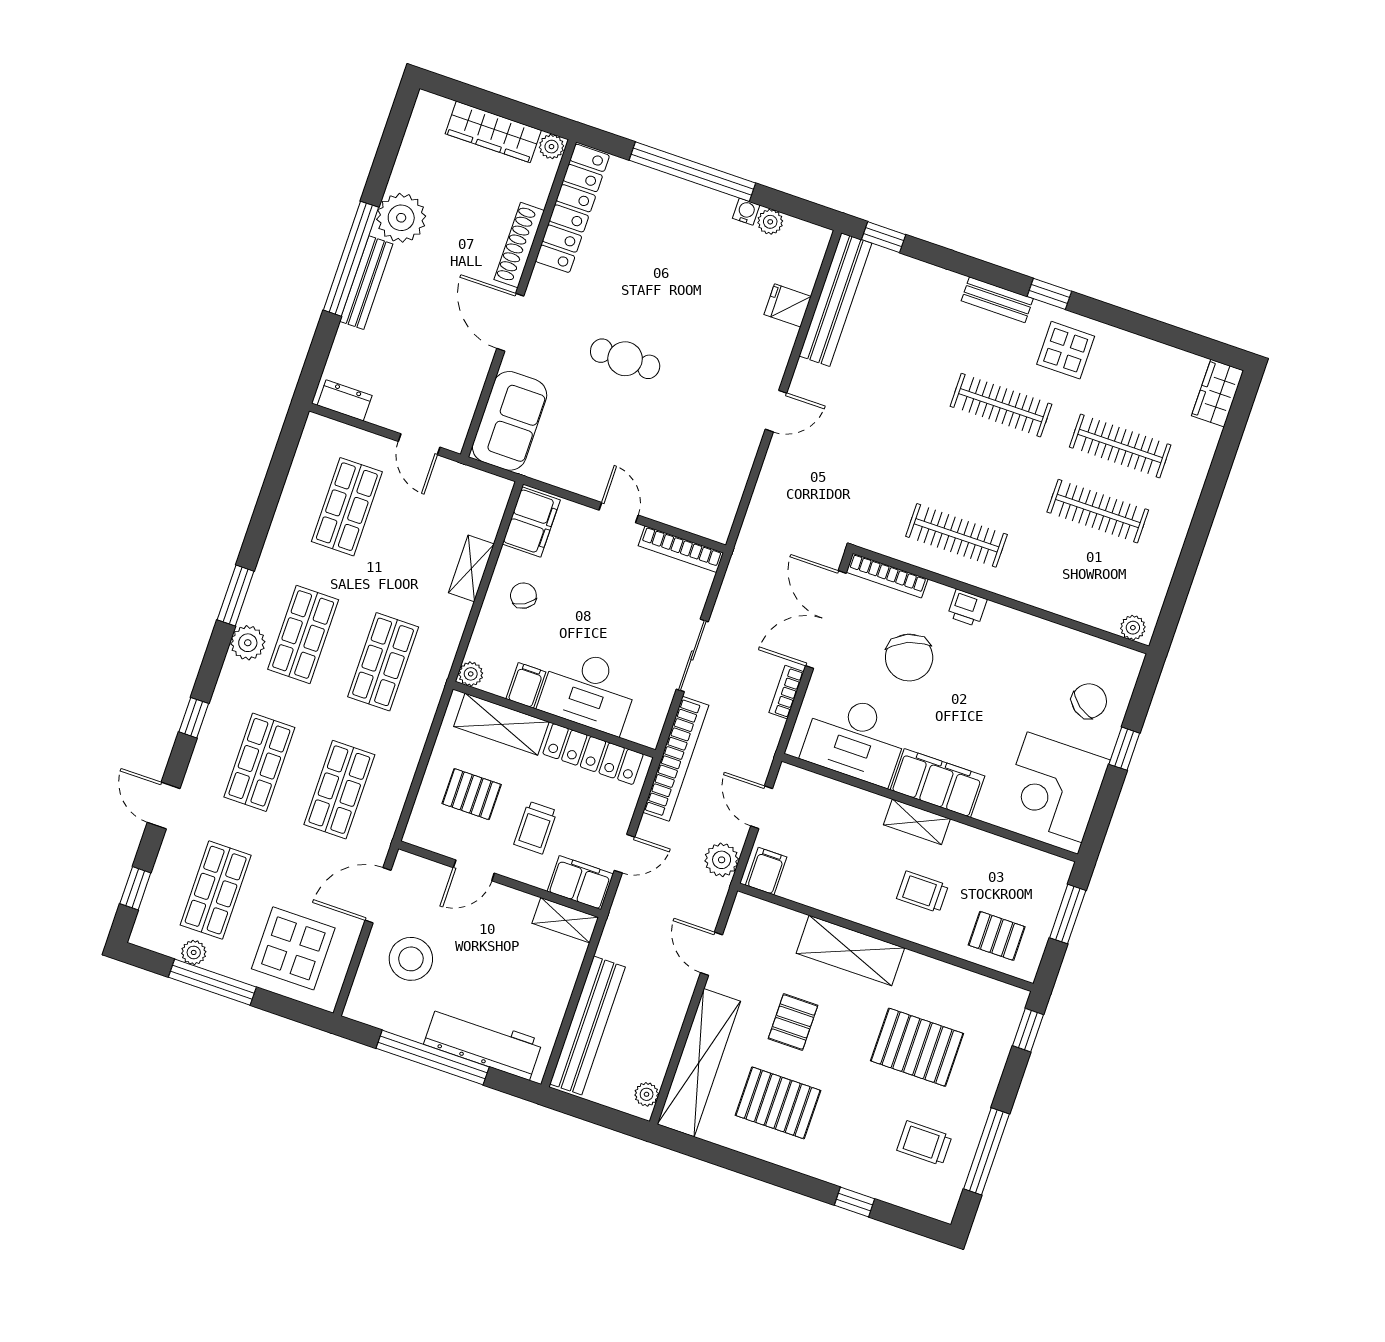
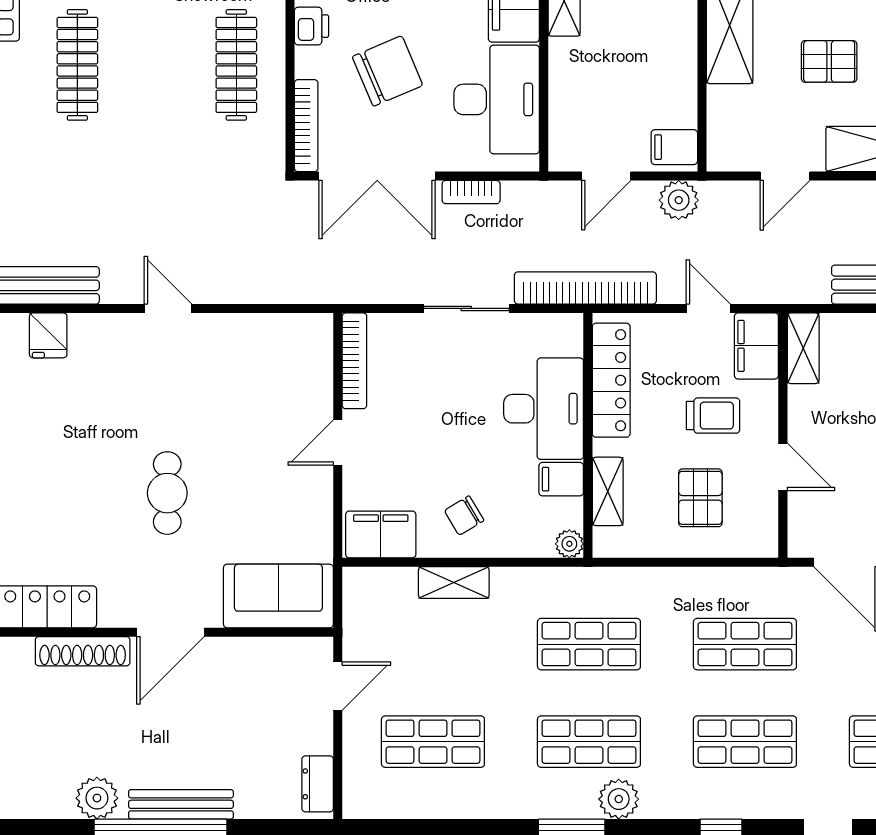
plant: (401, 218) -> (97, 798), width x0.73, depth x0.73
shelving: (501, 724) -> (608, 491), width x0.67, depth x0.75

